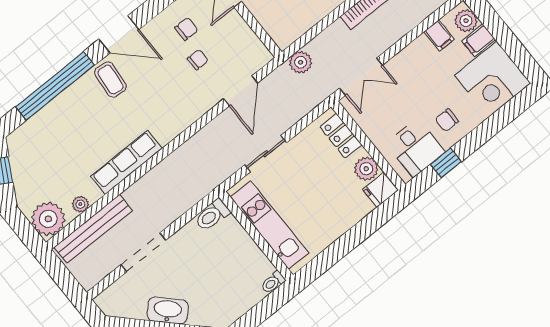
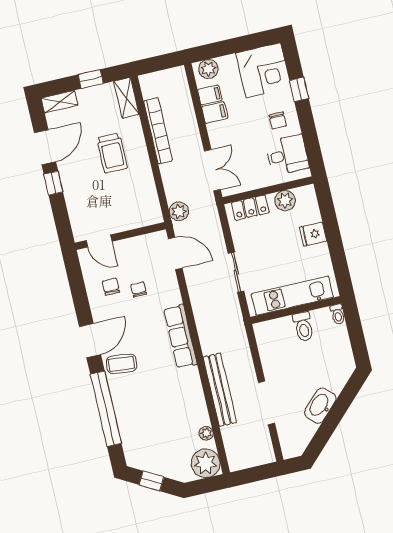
filing cabinet: (479, 40) -> (215, 113), moved, turned -90
door: (241, 91) -> (175, 253), moved
row of seats: (126, 162) -> (180, 336), moved
window: (446, 163) -> (299, 89), moved
fridge: (380, 190) -> (313, 234), moved, turned 90
toilet: (212, 215) -> (303, 327), moved
bench: (93, 229) -> (220, 390), moved

